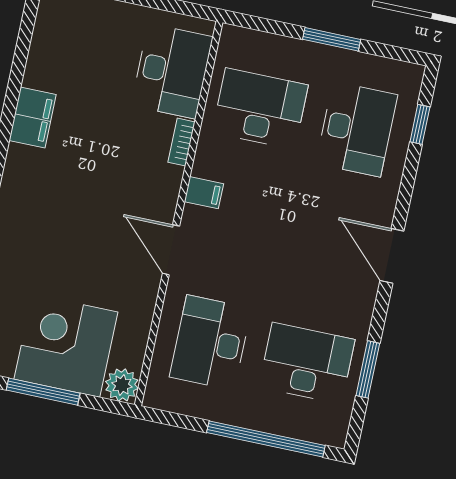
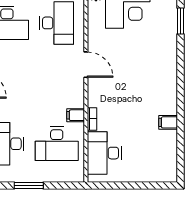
filing cabinet: (33, 118) -> (168, 122), width x0.50
filing cabinet: (204, 193) -> (76, 115), moved

